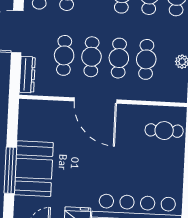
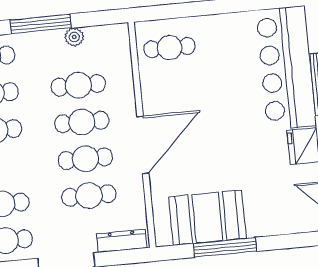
cafe table: (164, 131) -> (170, 48), turned 90
booth: (34, 169) -> (207, 218), moved
window: (10, 170) -> (225, 247), moved

